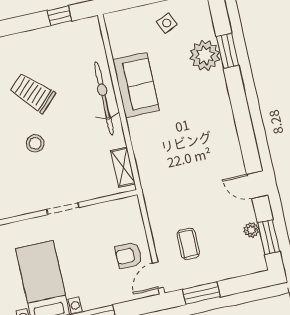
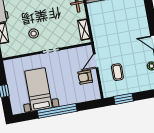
stool: (35, 143) -> (34, 34), moved
door: (158, 275) -> (96, 61), moved

